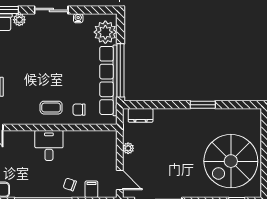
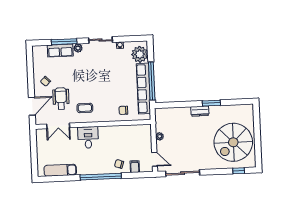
coffee table: (51, 108) -> (85, 108), moved
dresser: (141, 115) -> (200, 111), moved
desk: (49, 145) -> (88, 137), moved

